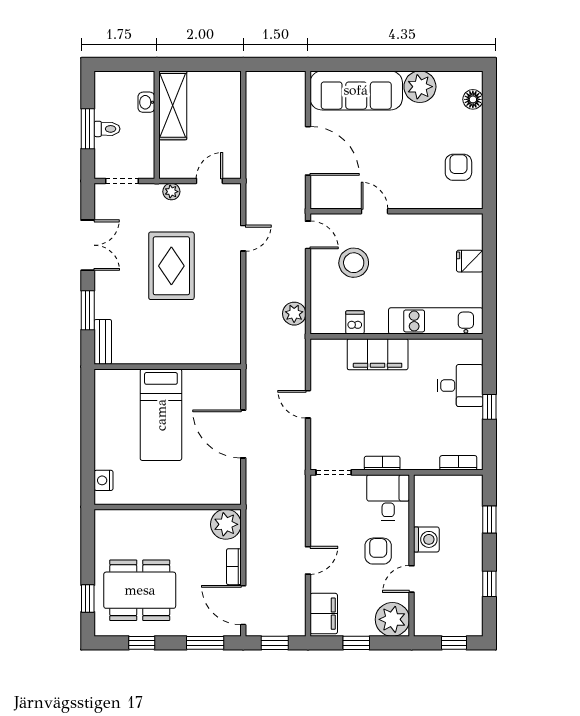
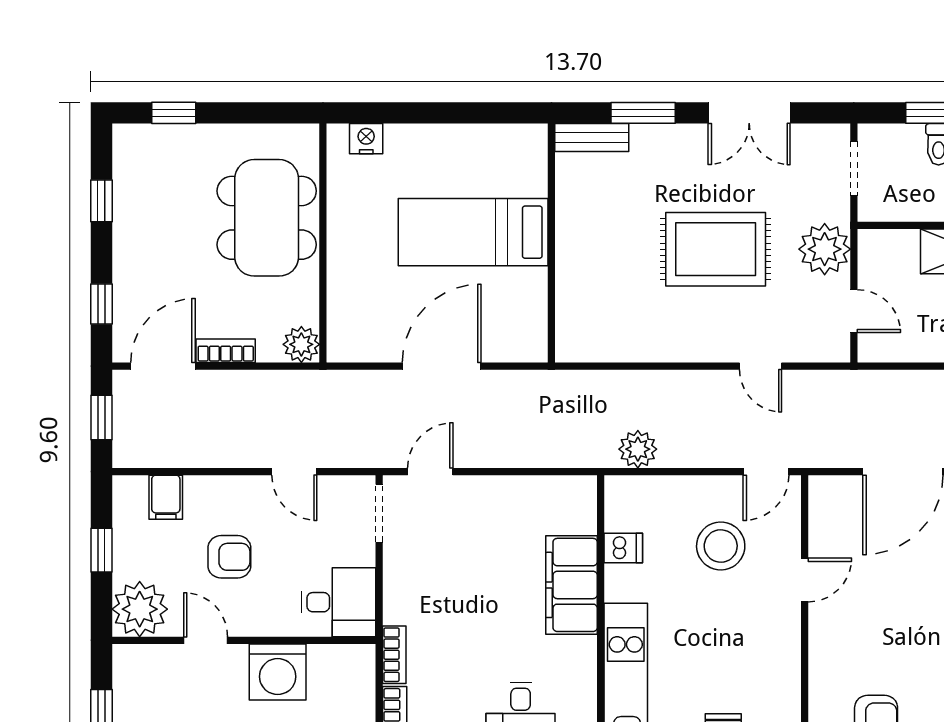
plant: (171, 192) -> (825, 249), width x1.87, depth x1.87
door: (308, 404) -> (430, 472), moved
bookcase: (382, 463) -> (394, 655), moved
plant: (226, 524) -> (301, 344), width x0.73, depth x0.73
washing machine: (426, 539) -> (278, 672), width x1.37, depth x1.37
armchair: (378, 551) -> (229, 557), moved
door: (308, 560) -> (294, 472), moved
dining table: (140, 590) -> (267, 218), moved
filing cabinet: (324, 614) -> (166, 497), width x0.50
window: (205, 643) -> (101, 304), width x0.67

